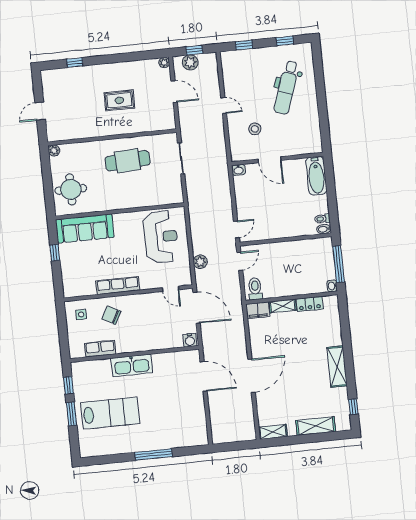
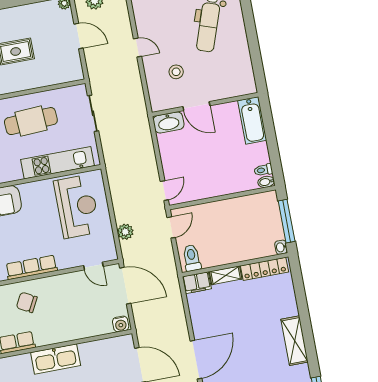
washbasin: (239, 170) -> (169, 122), width x1.91, depth x1.45
kitchen unit: (147, 198) -> (57, 163), added
locker: (310, 304) -> (265, 269), width x1.53

